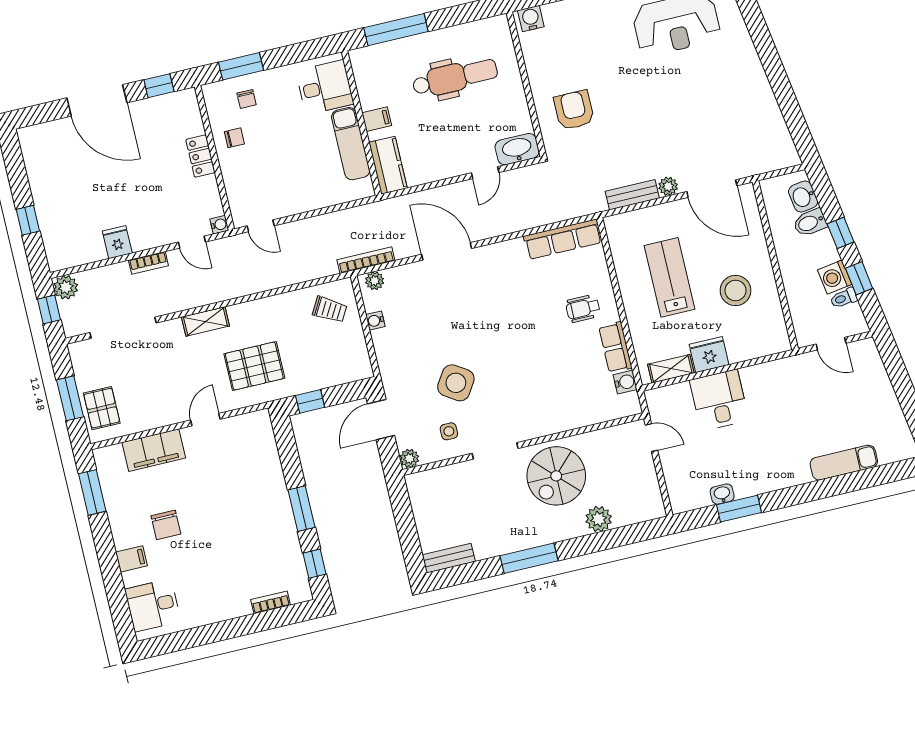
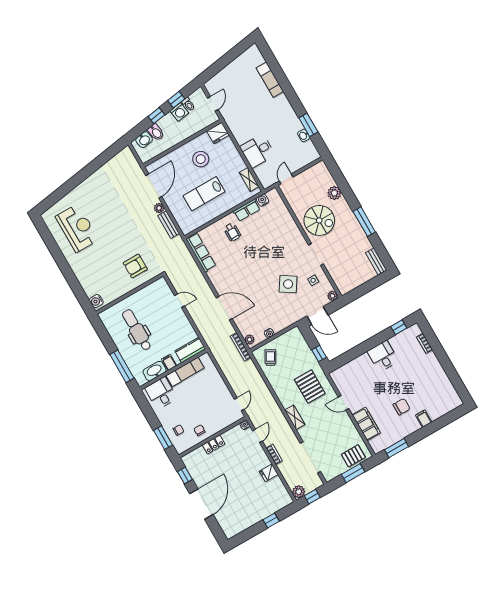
washbasin: (517, 149) -> (155, 371), moved, turned 90
door: (447, 251) -> (224, 308), swing flipped
fridge: (709, 355) -> (218, 133), moved, turned -90
window: (301, 509) -> (373, 342), removed
desk: (153, 605) -> (383, 356), moved, turned 180

